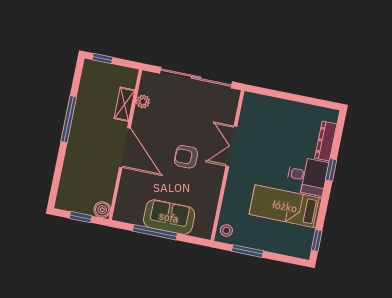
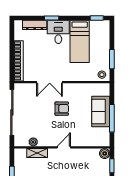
bookcase: (275, 105) -> (19, 61), added
door: (125, 148) -> (64, 147), width x0.53
armchair: (186, 157) -> (62, 109), turned -90

